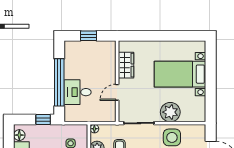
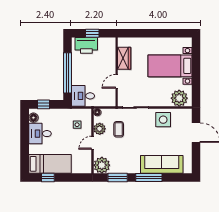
printer: (81, 50) -> (86, 45), added
desk: (78, 92) -> (83, 96), moved
plant: (170, 112) -> (179, 98), moved
window: (43, 119) -> (43, 104), moved

